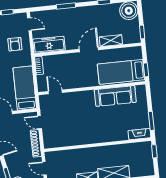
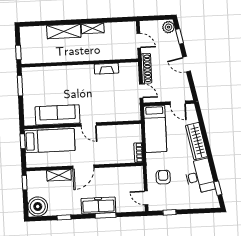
freezer: (49, 45) -> (98, 205), moved, turned 180
door: (55, 92) -> (89, 124), moved
fireplace: (139, 134) -> (106, 69), moved

